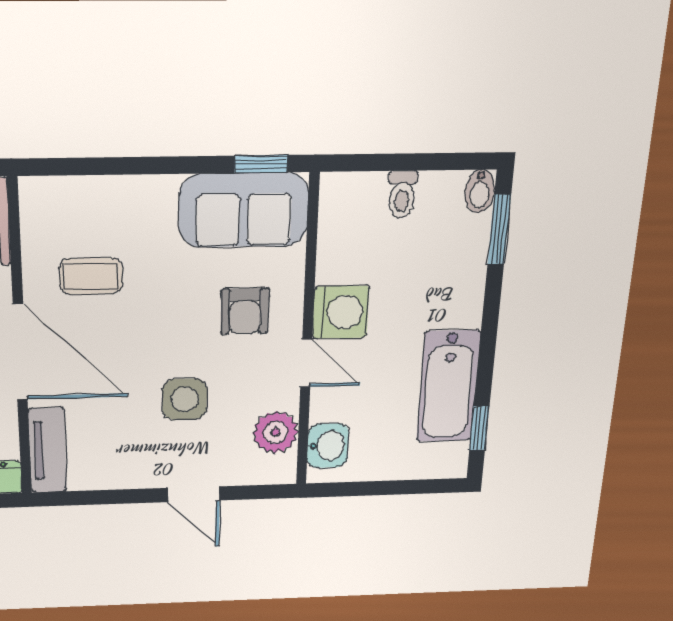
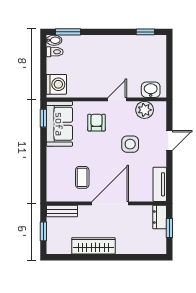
toilet: (402, 194) -> (55, 52), moved
armchair: (245, 311) -> (96, 123), turned -90
washing machine: (341, 312) -> (56, 84), moved, turned 90
bathtub: (448, 386) -> (128, 45), removed
tv unit: (48, 450) -> (160, 184), moved, turned -90

